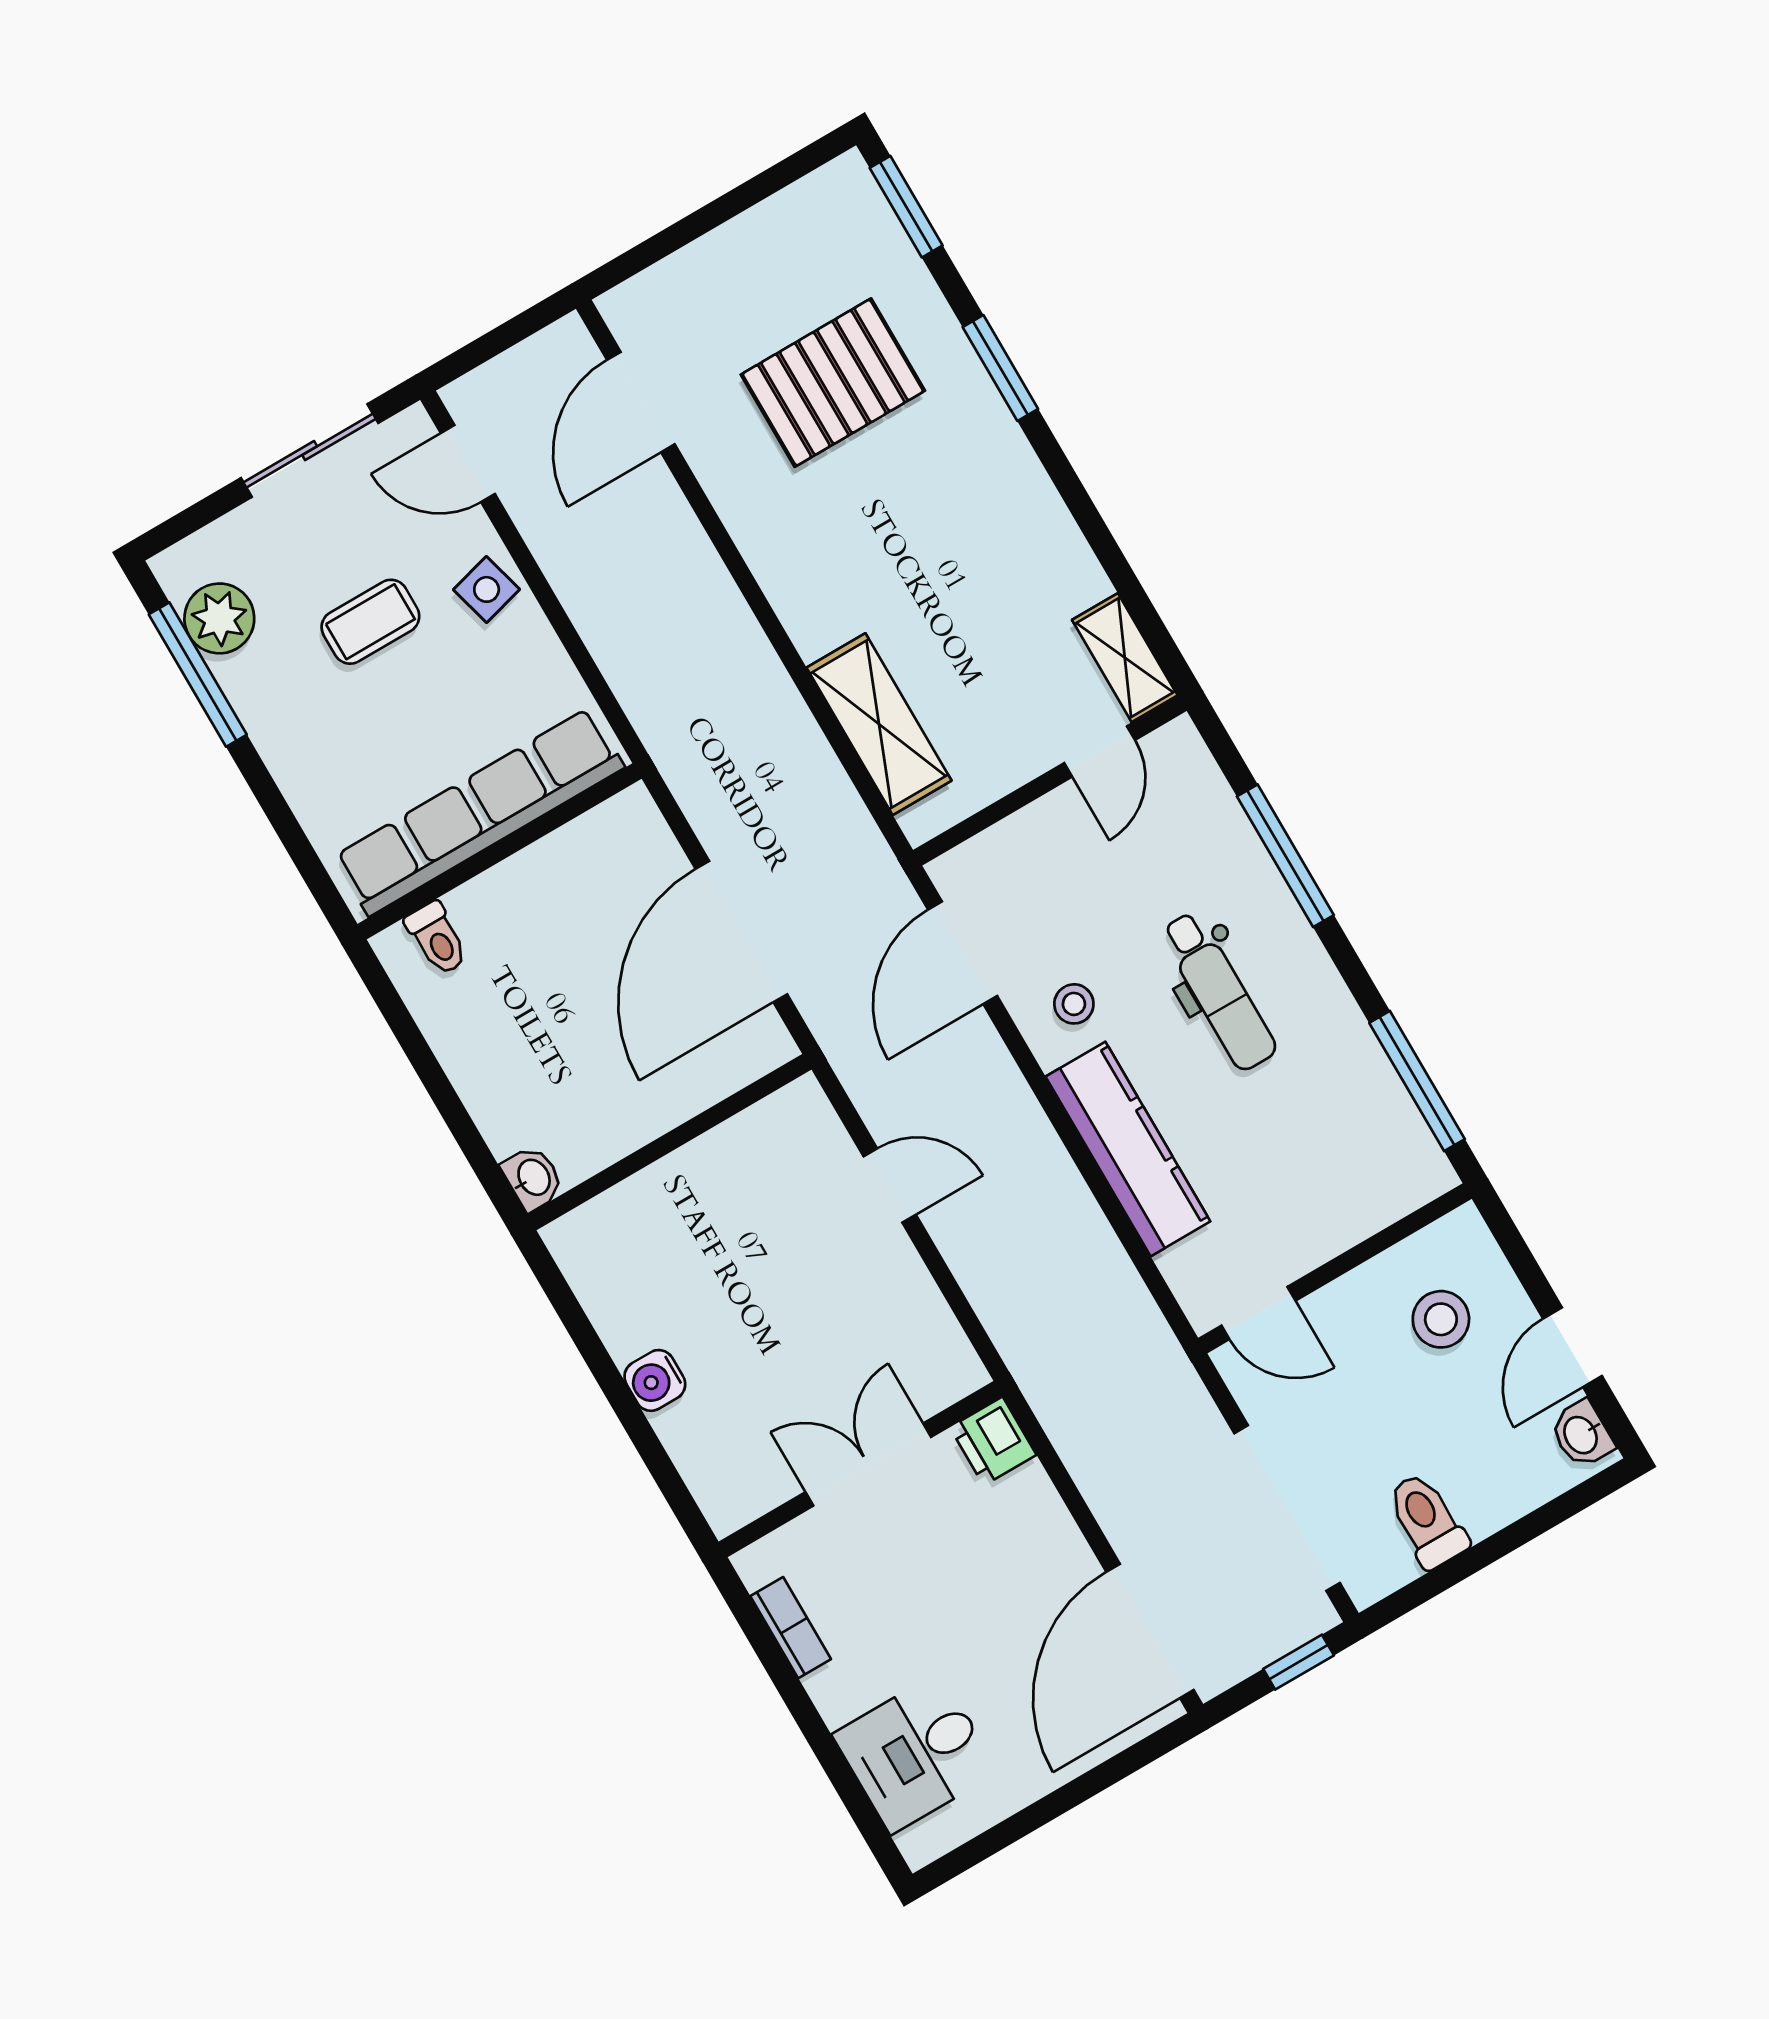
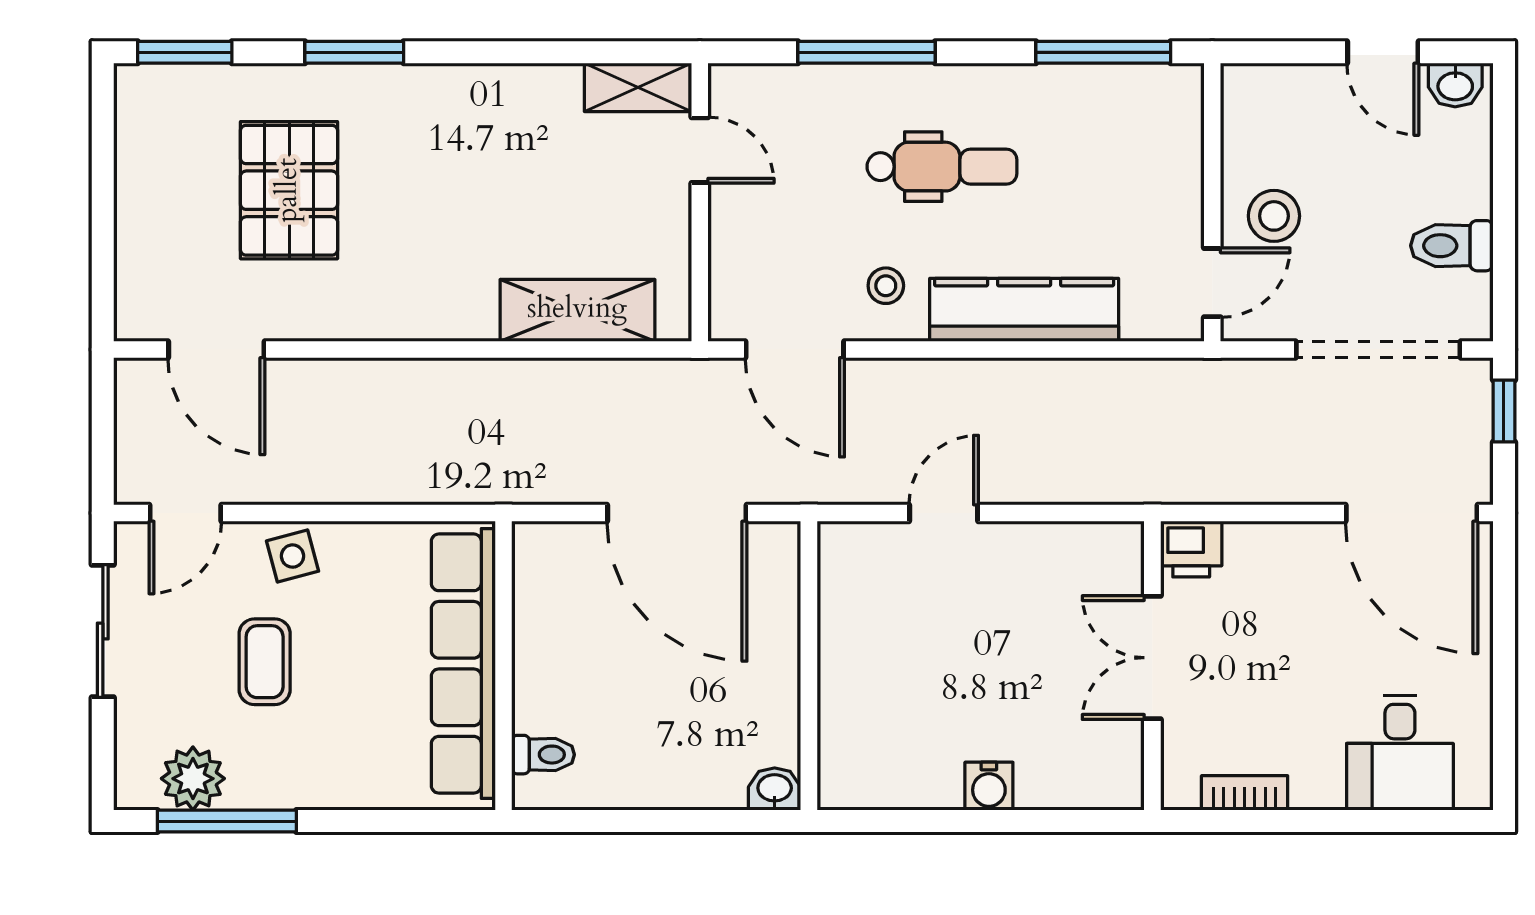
stool: (1441, 1319) -> (1274, 216), moved

